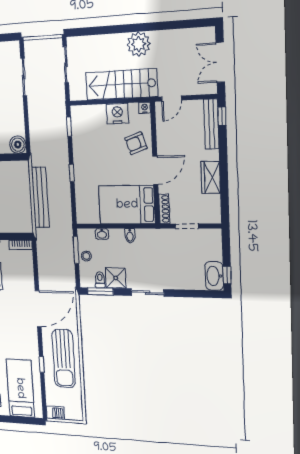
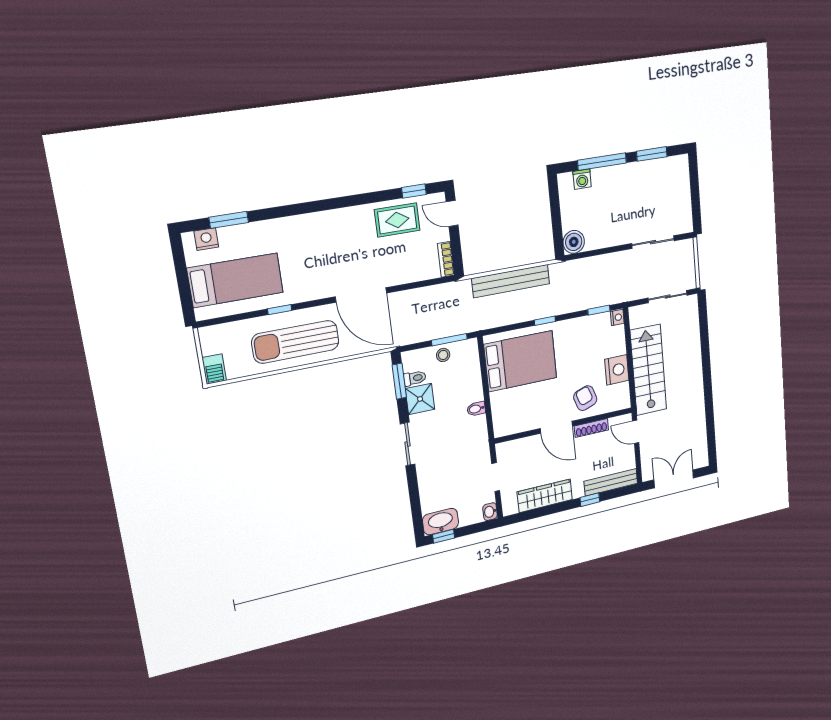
plant: (139, 44) -> (691, 383), removed
nightstand: (145, 108) -> (617, 317), moved
window: (222, 116) -> (590, 500), moved
wardrobe: (211, 177) -> (545, 496), width x1.50
bed: (127, 205) -> (520, 361), moved, turned 90
shoe rack: (164, 209) -> (591, 428), moved
washbasin: (102, 234) -> (490, 512), moved
barbecue: (55, 413) -> (214, 369), moved

